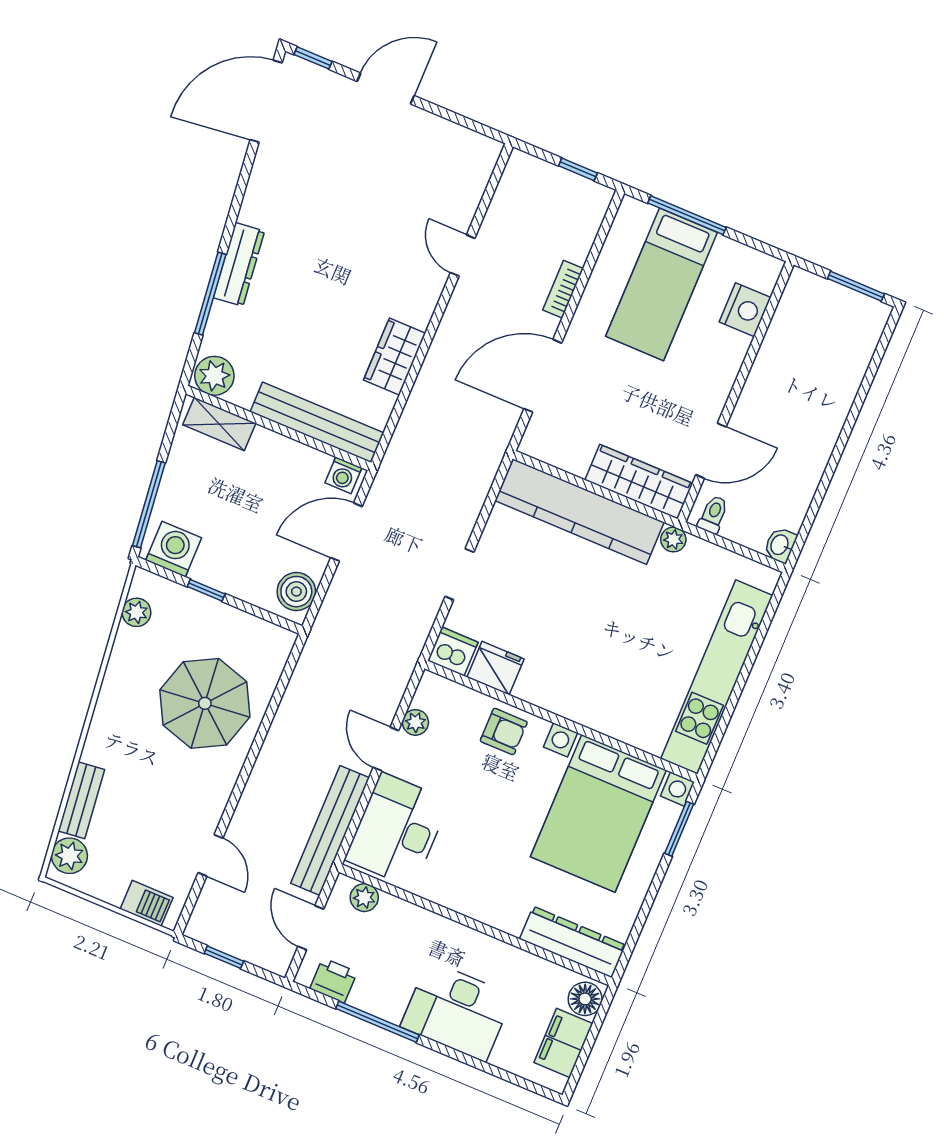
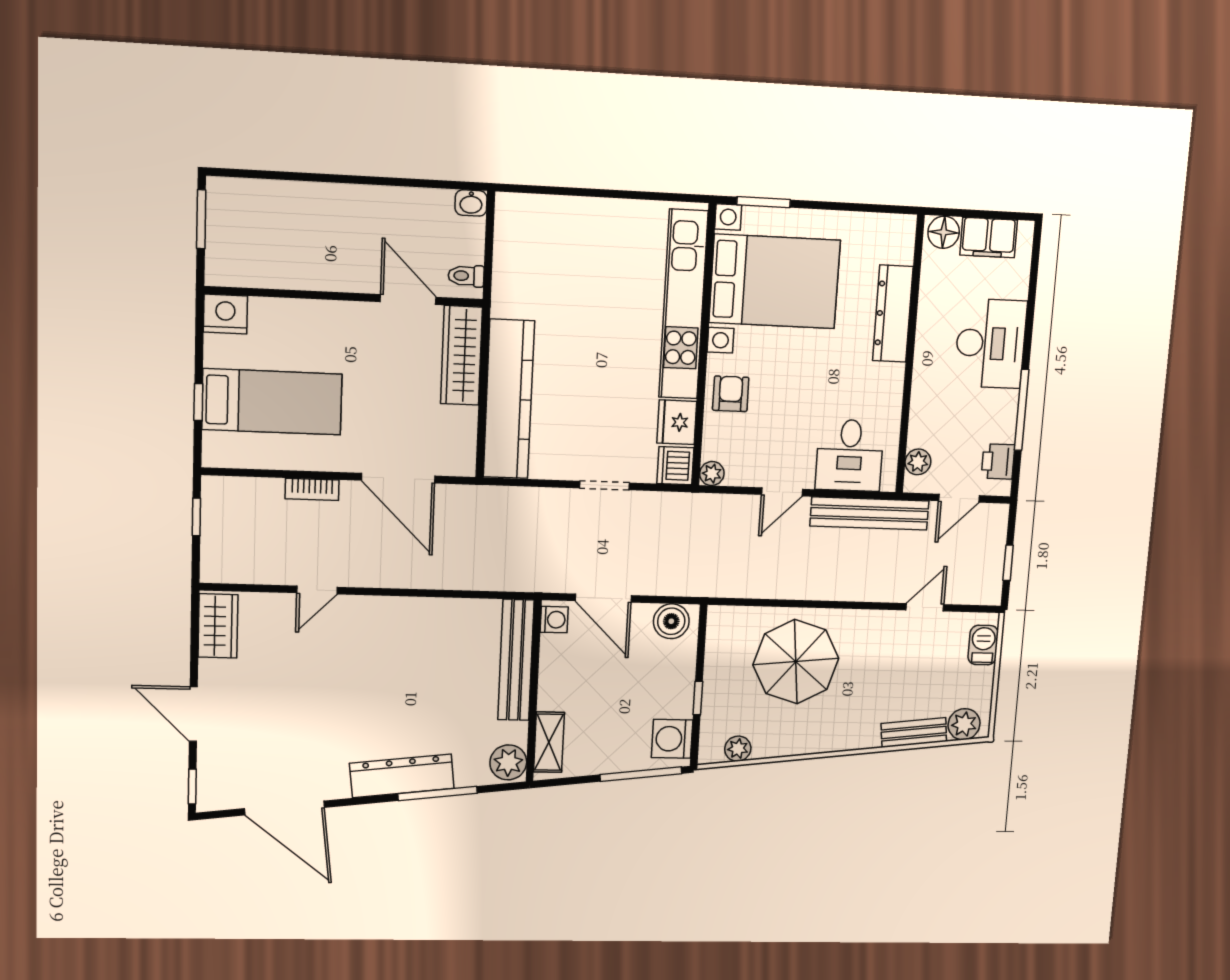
door: (266, 101) -> (284, 808), moved
window: (687, 215) -> (198, 402), width x0.46
dresser: (239, 264) -> (402, 776), width x1.37, depth x1.24
nightstand: (745, 310) -> (225, 314), moved
wardrobe: (395, 357) -> (218, 626), moved, turned -90
plant: (673, 540) -> (503, 304), removed
kitchen unit: (717, 677) -> (683, 305), moved, turned 90
plant: (415, 722) -> (712, 474), moved
desk: (397, 830) -> (850, 455), width x0.73
dresser: (573, 942) -> (893, 314), moved

